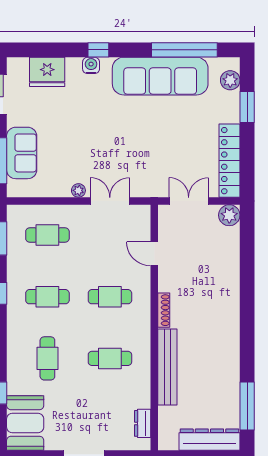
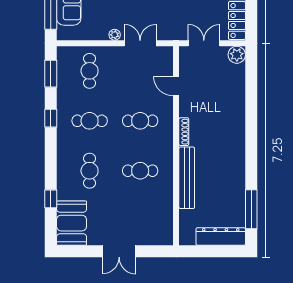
cafe table: (47, 235) -> (90, 71), turned 90
dresser: (143, 423) -> (167, 223), removed

